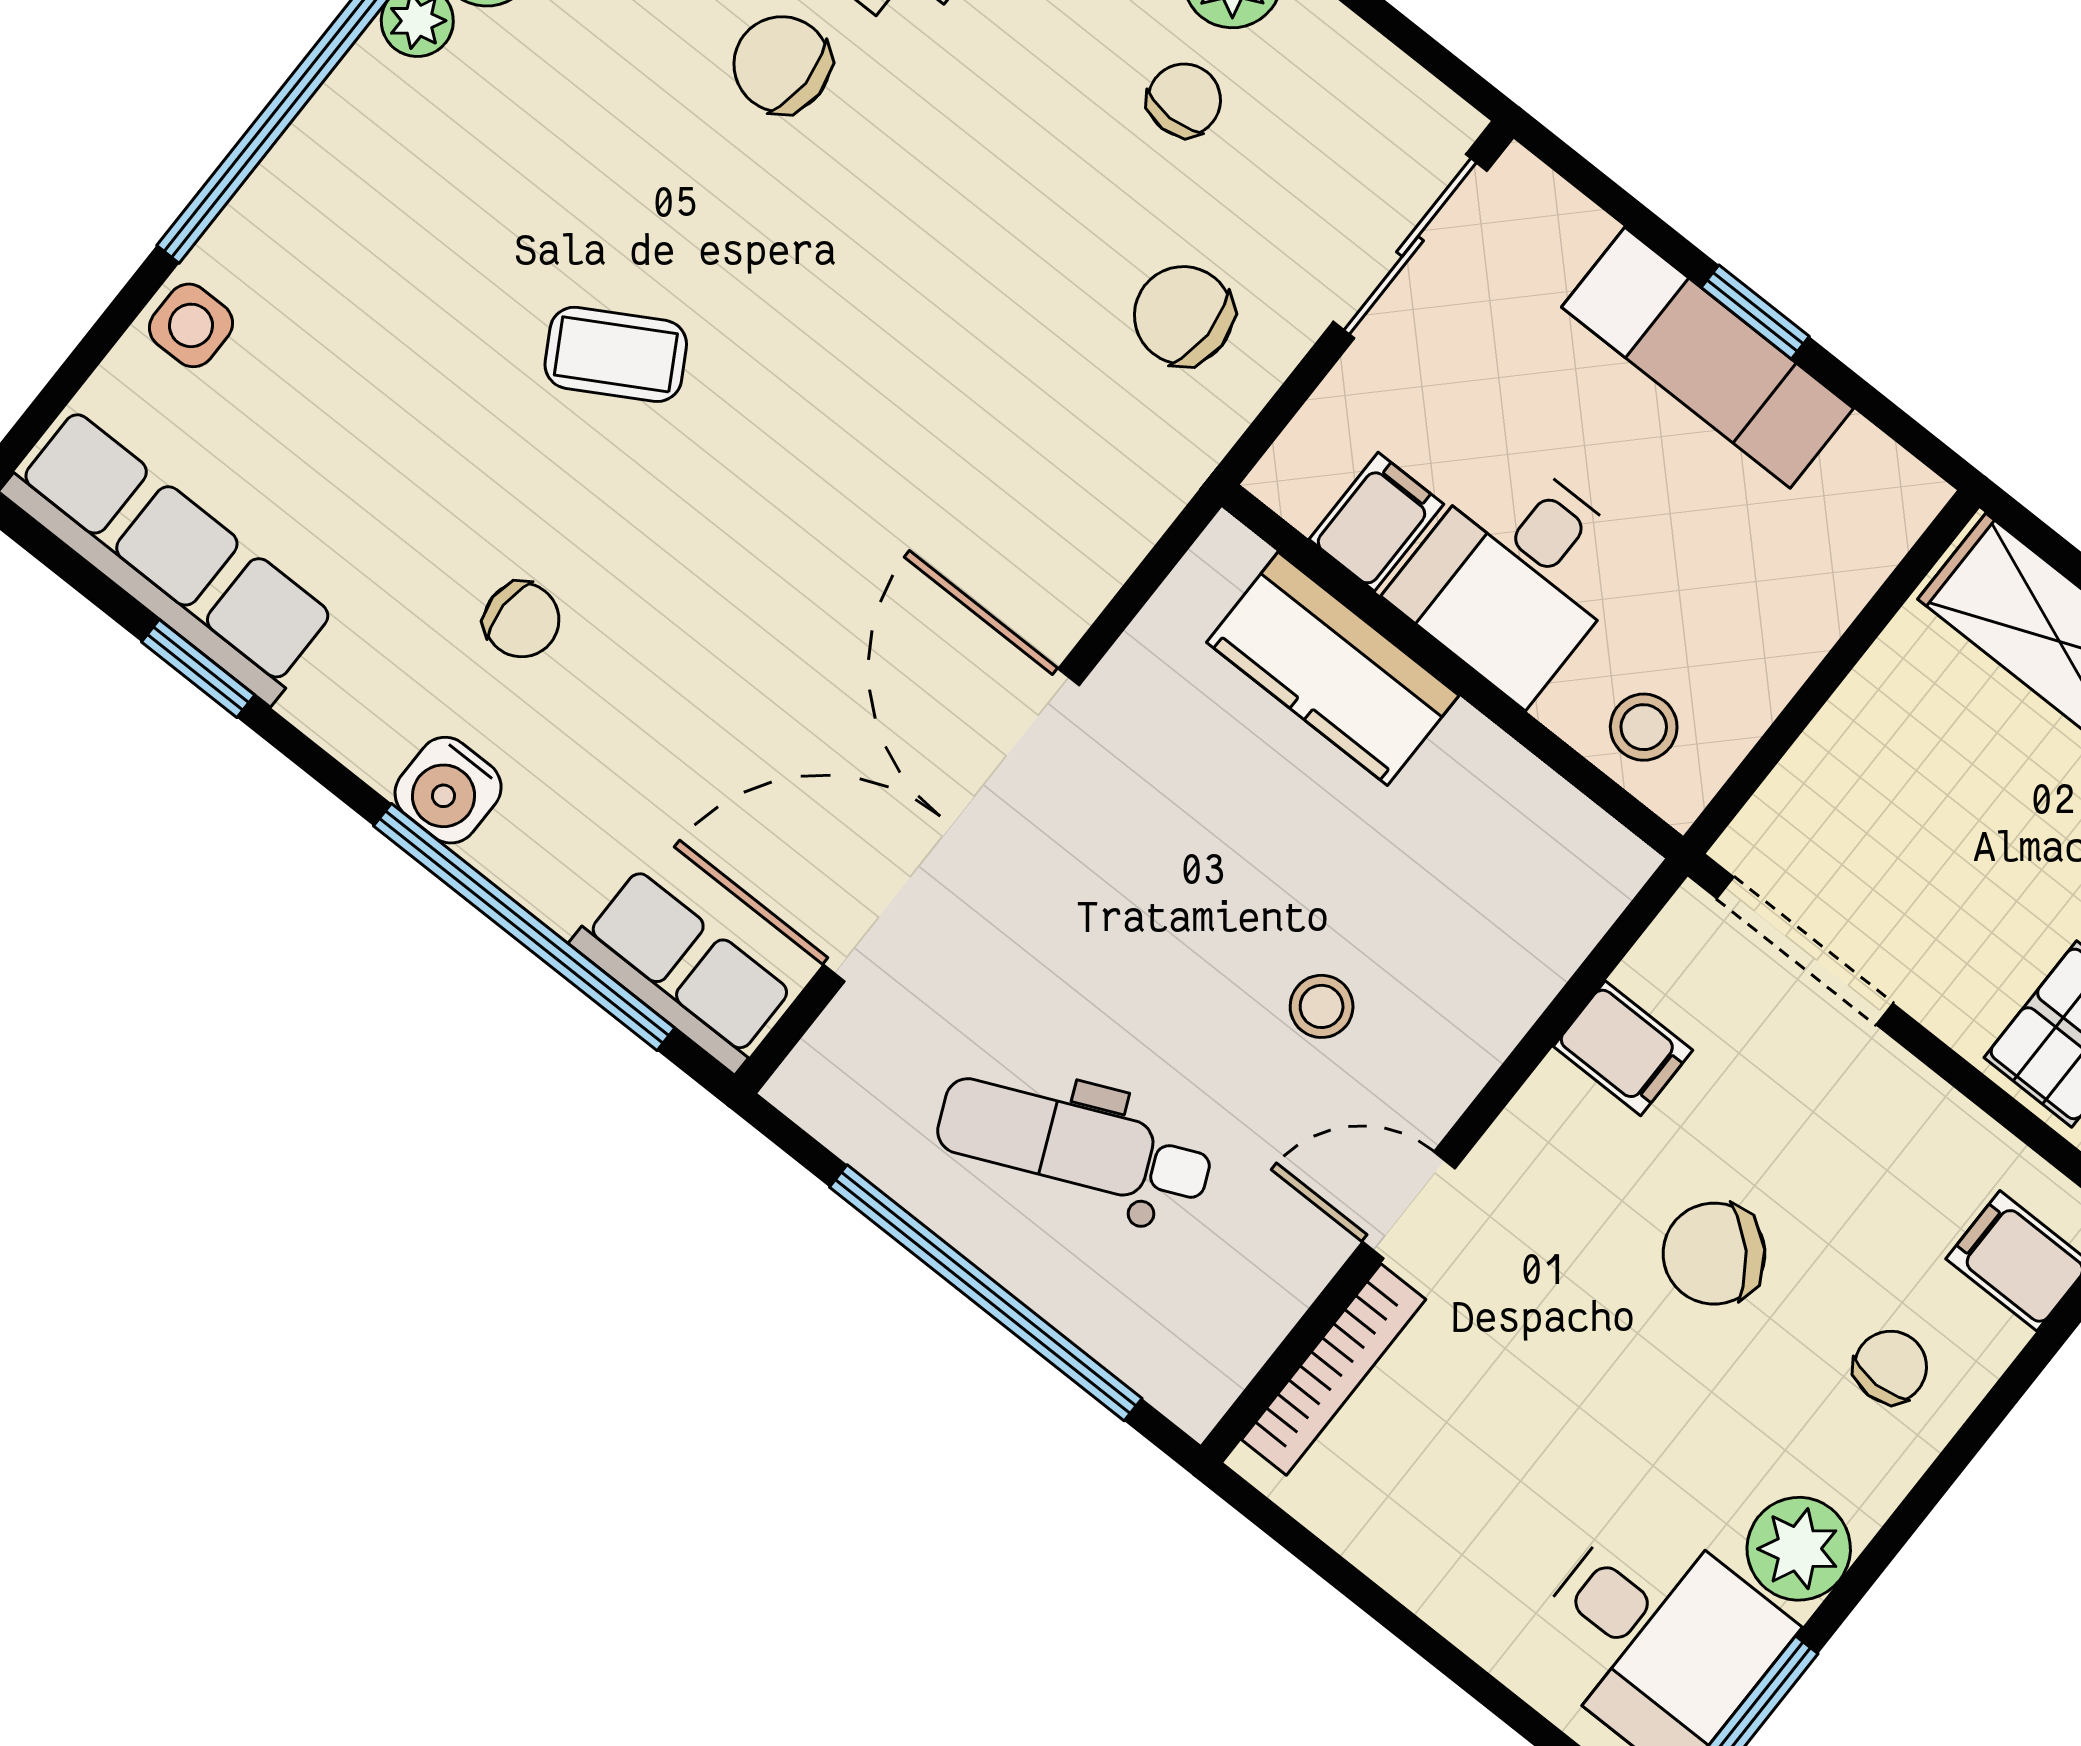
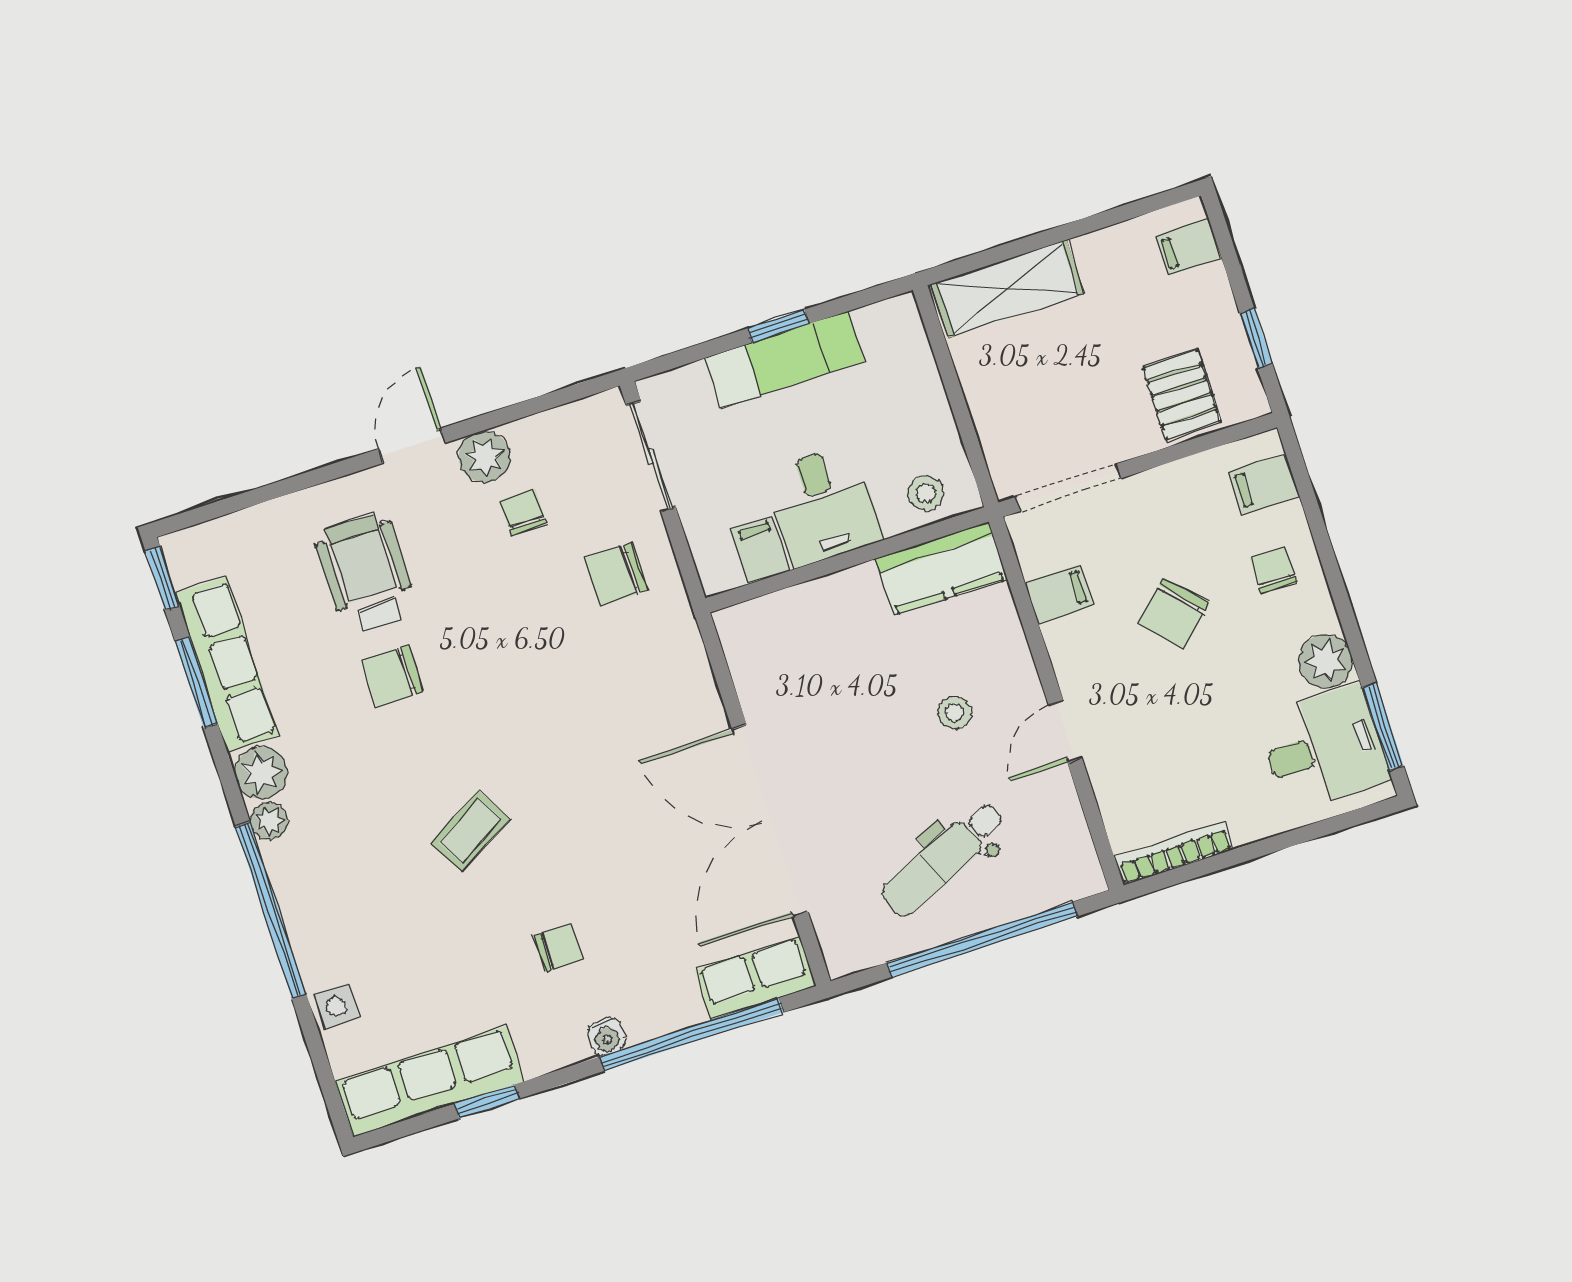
kitchen counter: (1333, 669) -> (941, 568), moved
water cooler: (448, 790) -> (607, 1036), width x0.72, depth x0.72
bookcase: (1334, 1369) -> (1174, 853), moved, turned -90

